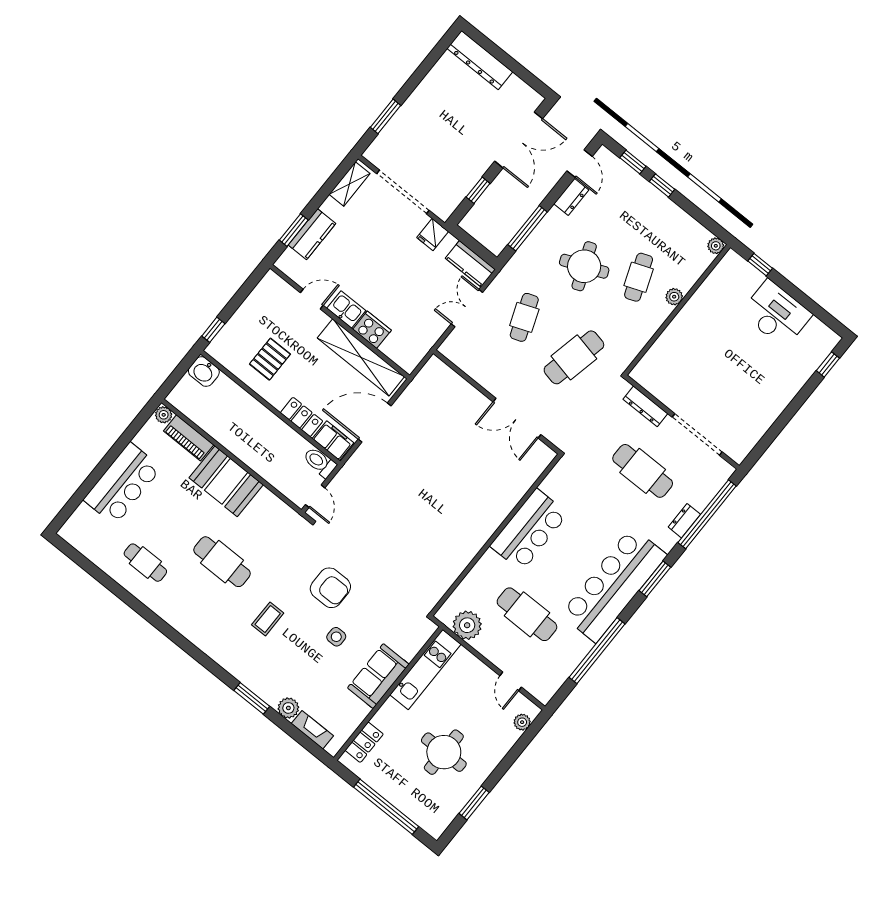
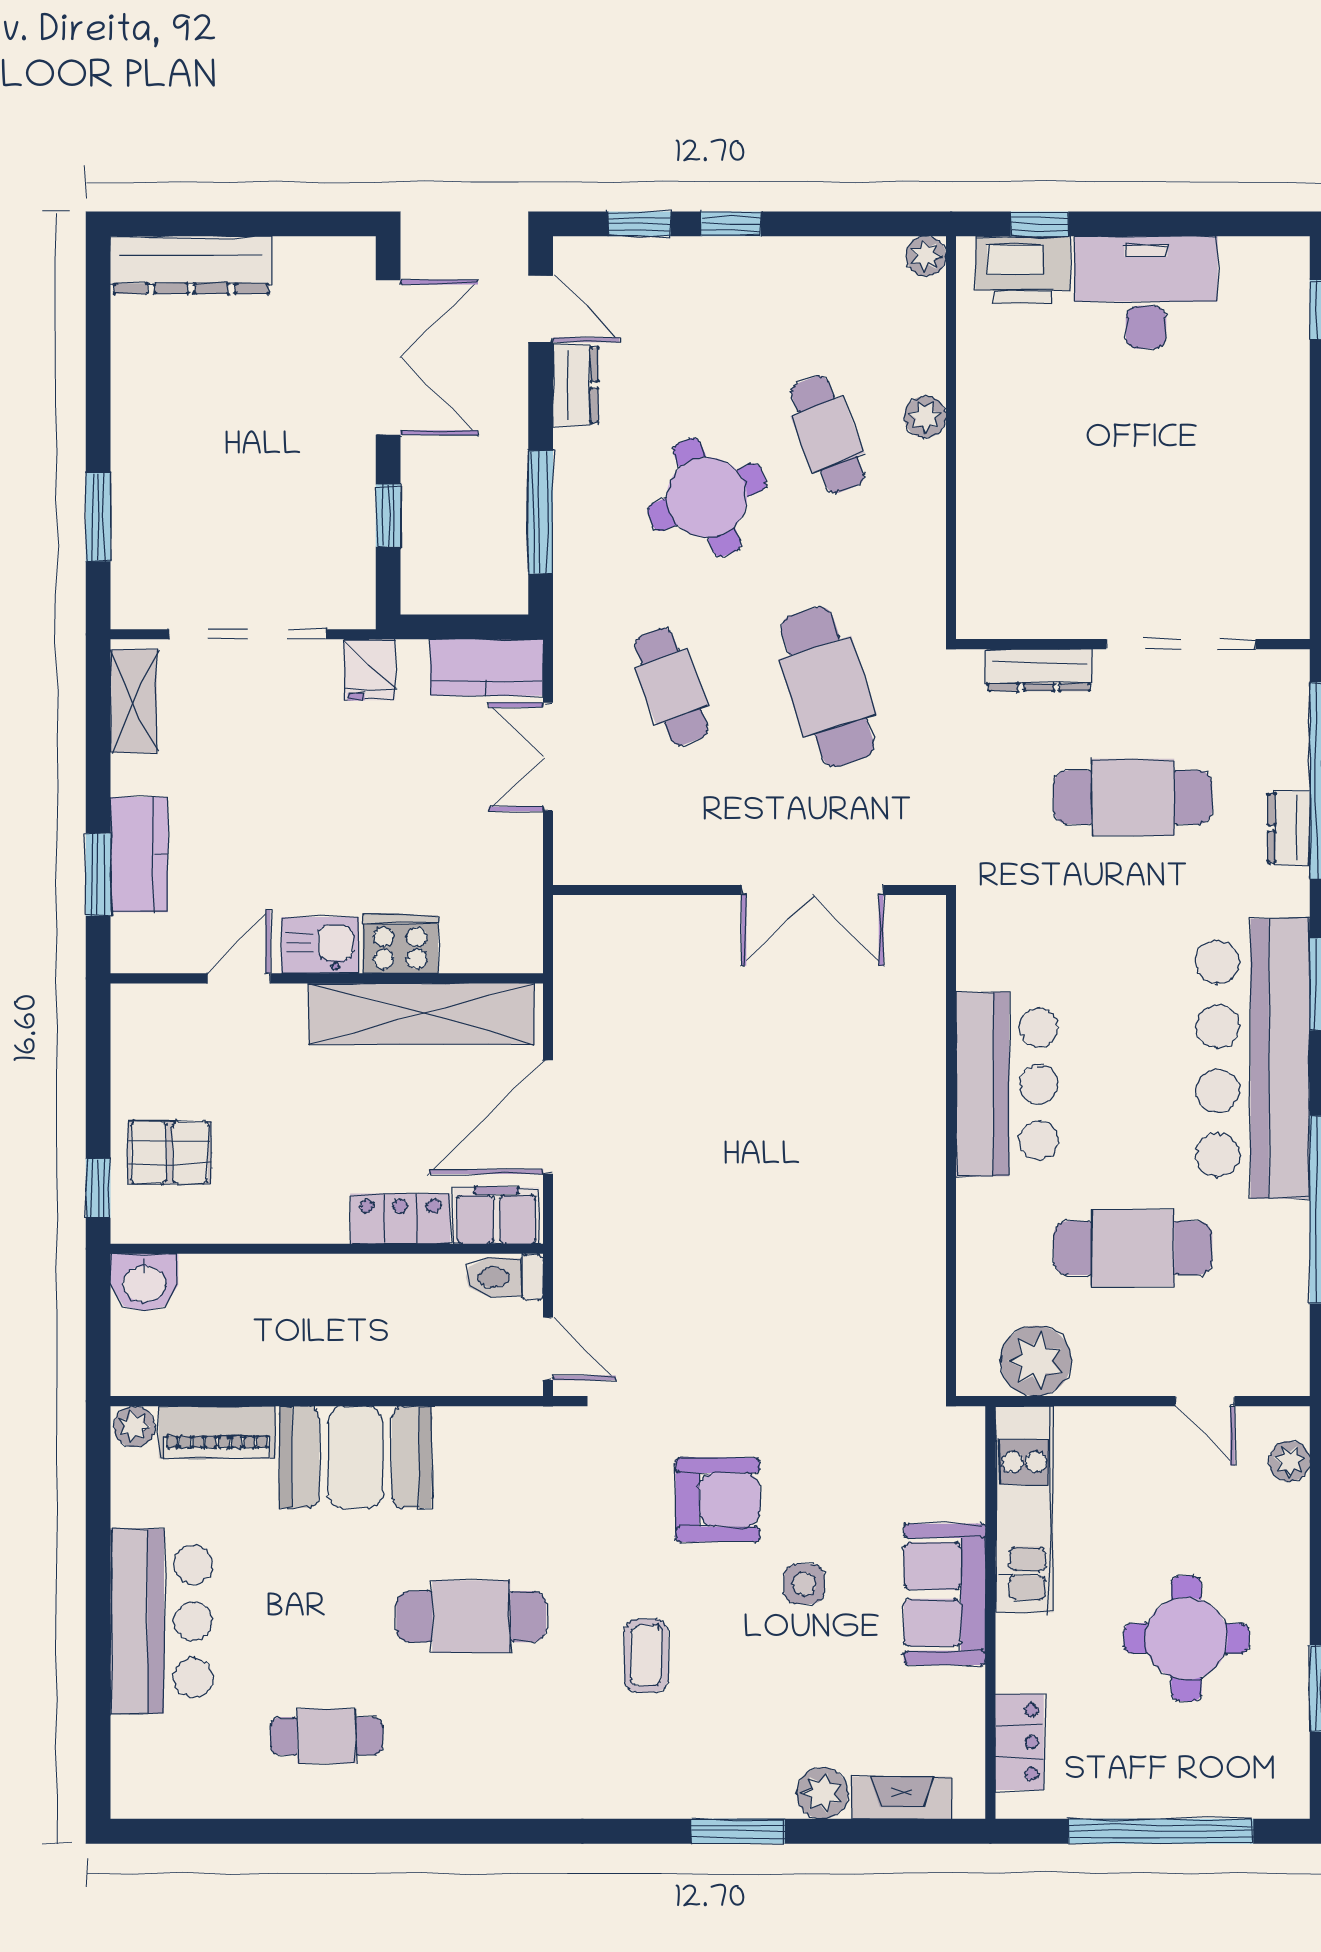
printer: (743, 275) -> (1023, 270), added
cafe table: (574, 357) -> (827, 687), turned -30
pallet: (270, 359) -> (169, 1152), moved, turned 90

